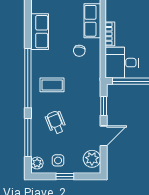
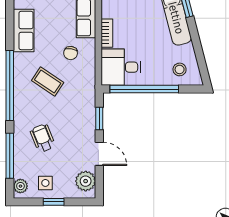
coffee table: (52, 85) -> (48, 82), moved, turned 34
door: (104, 136) -> (99, 154), hinge flipped

